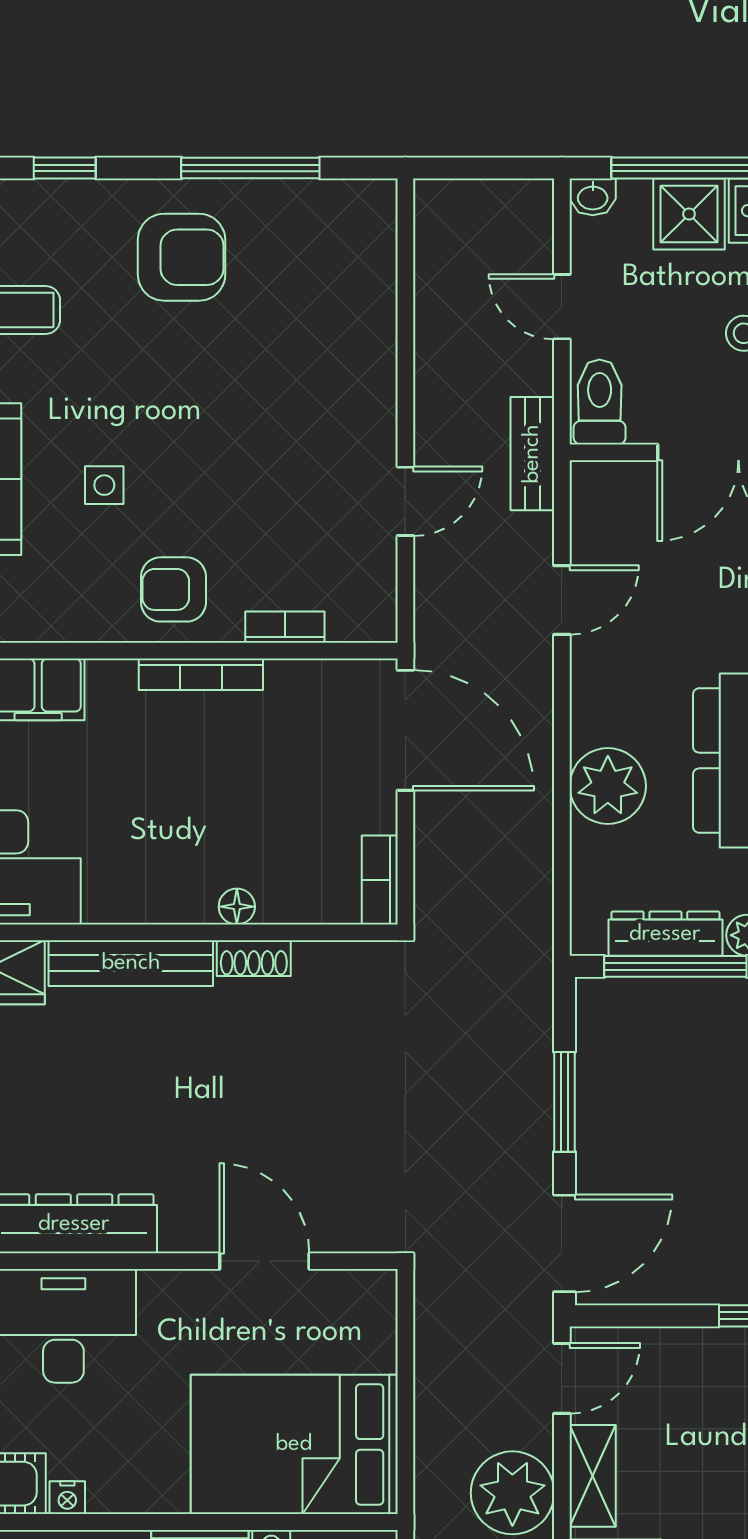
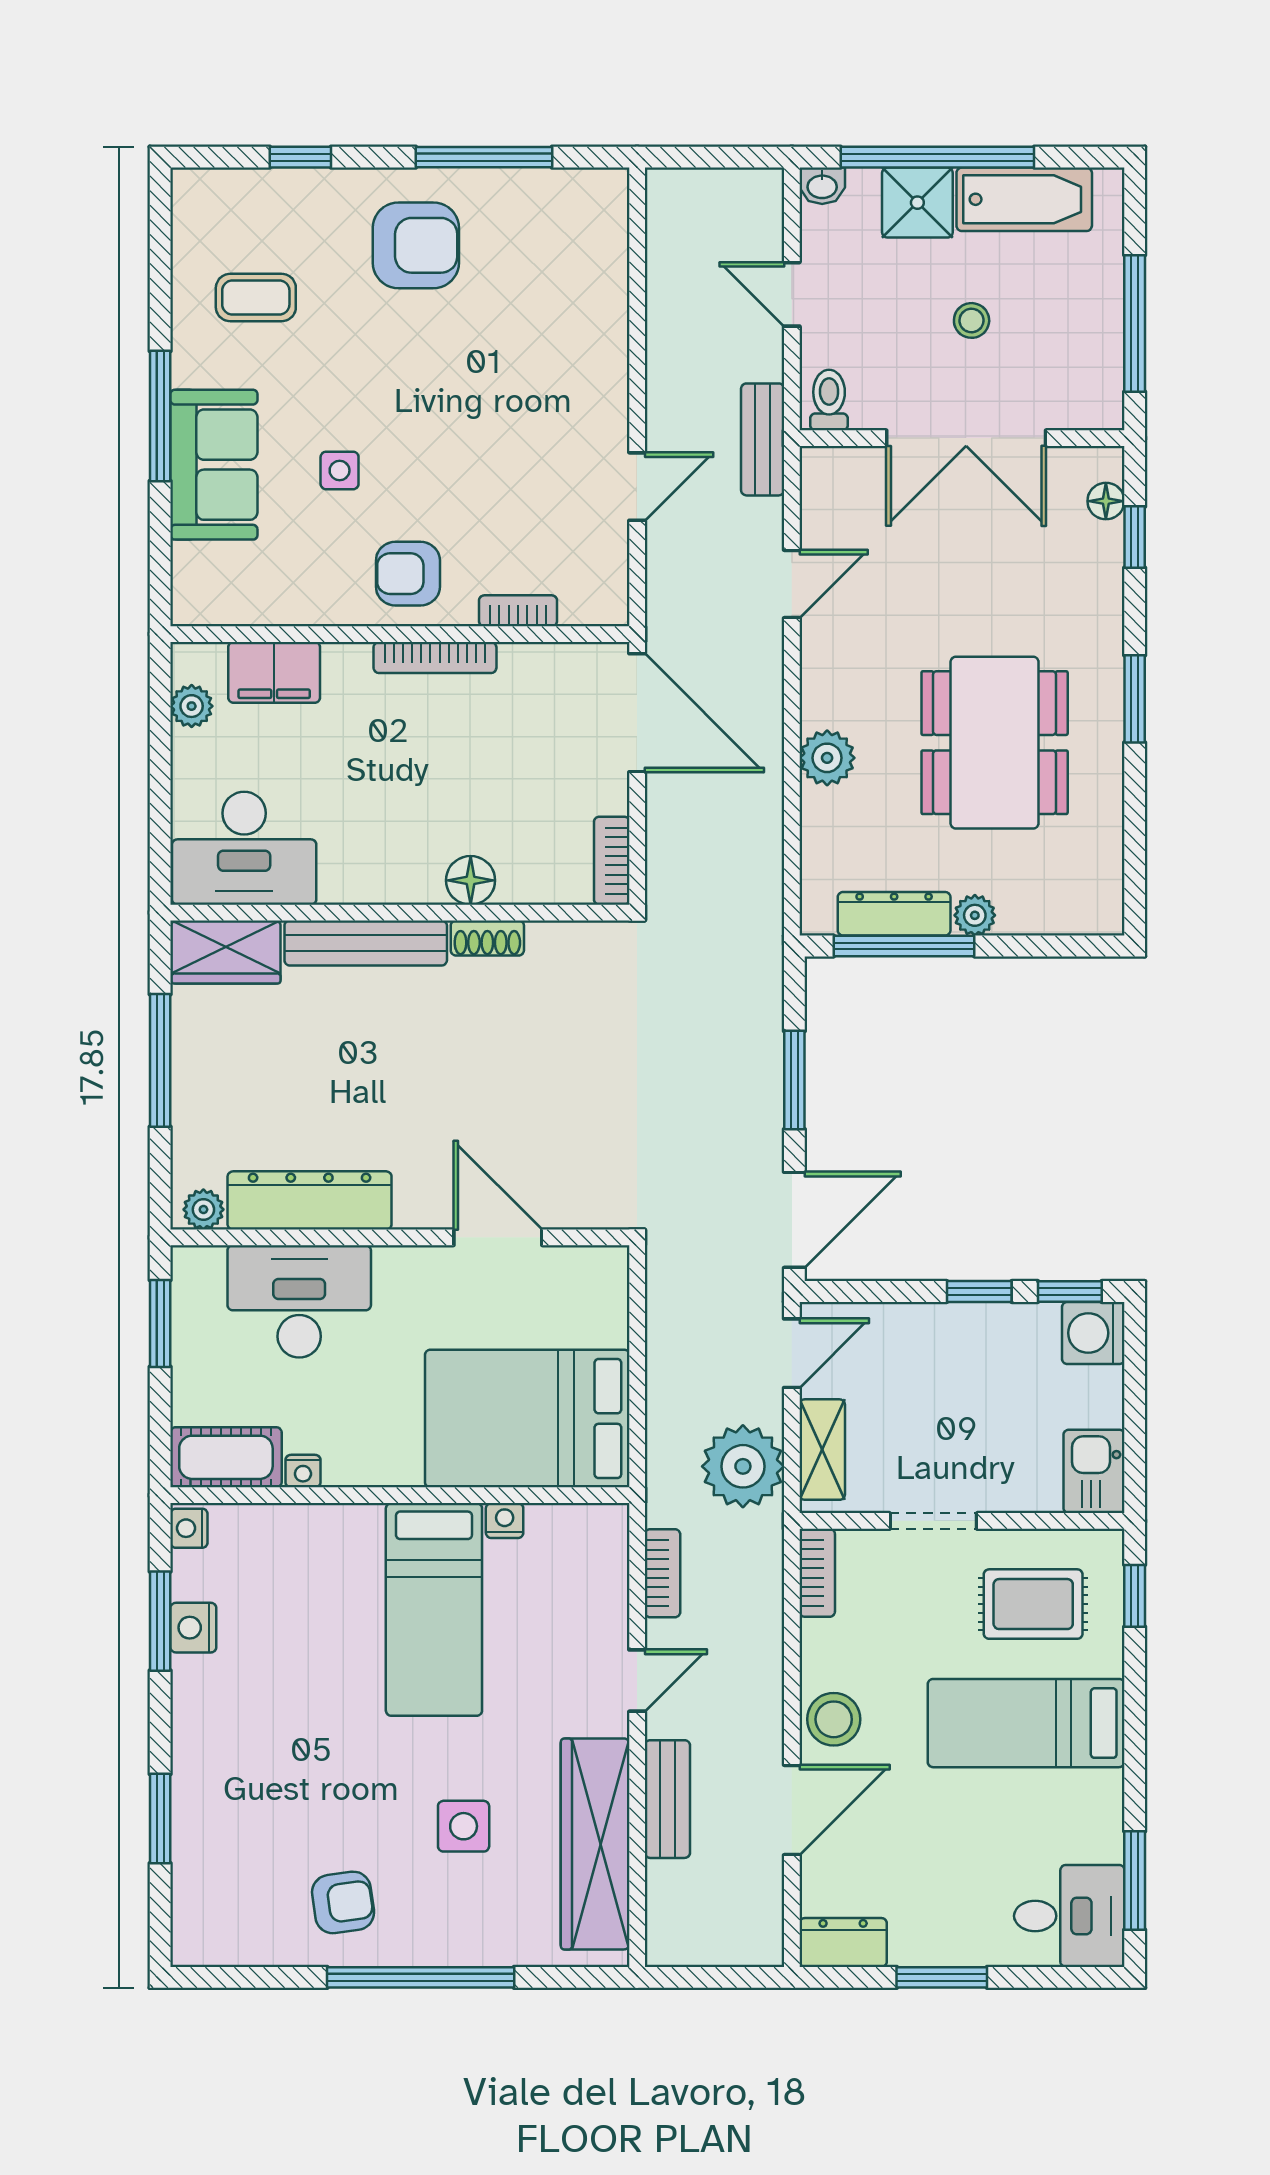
toilet: (600, 402) -> (829, 400), width x0.73, depth x0.72
plant: (608, 786) -> (827, 758), width x0.73, depth x0.73
floor lamp: (237, 907) -> (471, 880), width x1.37, depth x1.37

